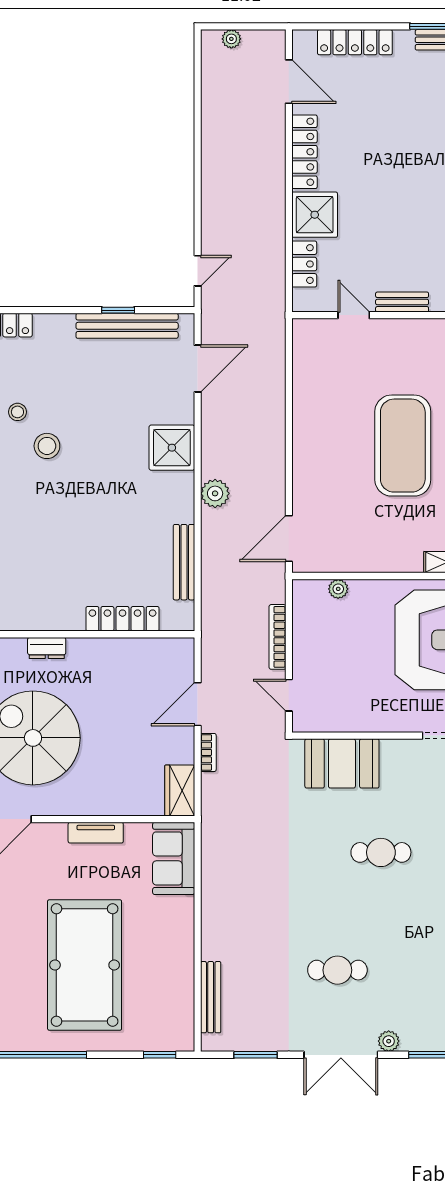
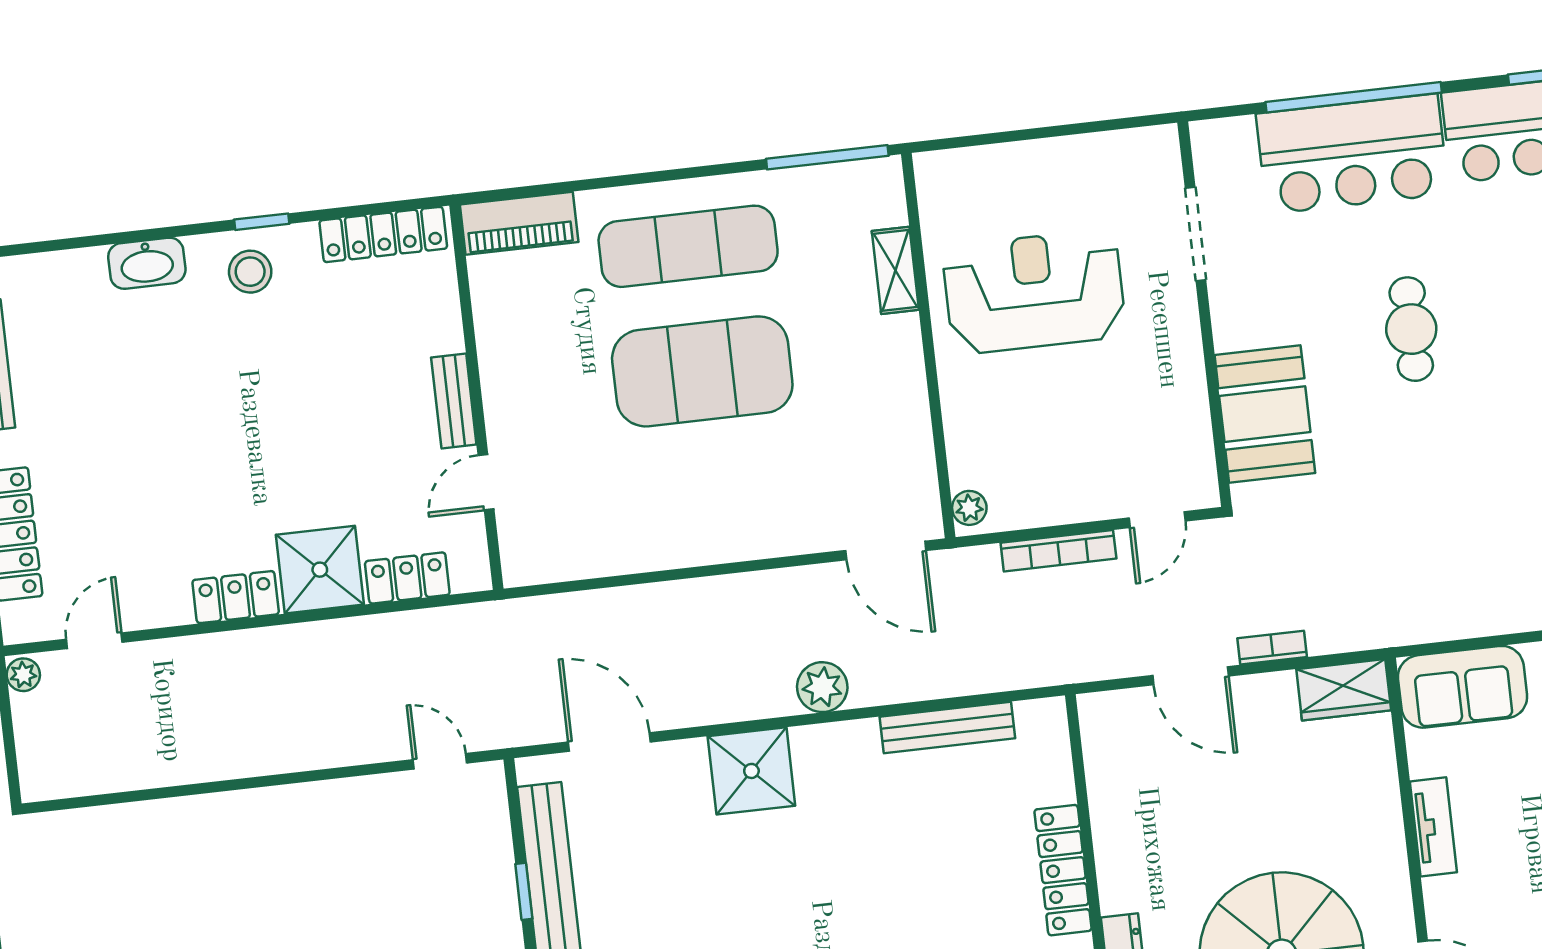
plant: (231, 39) -> (23, 675), moved
door: (289, 82) -> (94, 641), width x0.73
locker: (304, 152) -> (236, 597), width x0.66
plant: (338, 589) -> (969, 508), moved
locker: (122, 619) -> (1063, 870), moved

